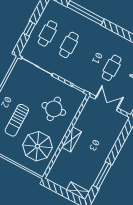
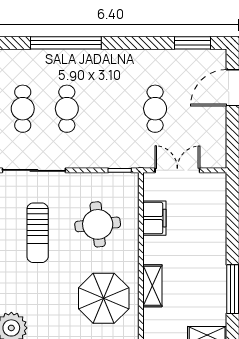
sun lounger: (17, 120) -> (38, 233), moved
filing cabinet: (83, 121) -> (154, 218), added
shelving: (72, 139) -> (152, 286), moved

